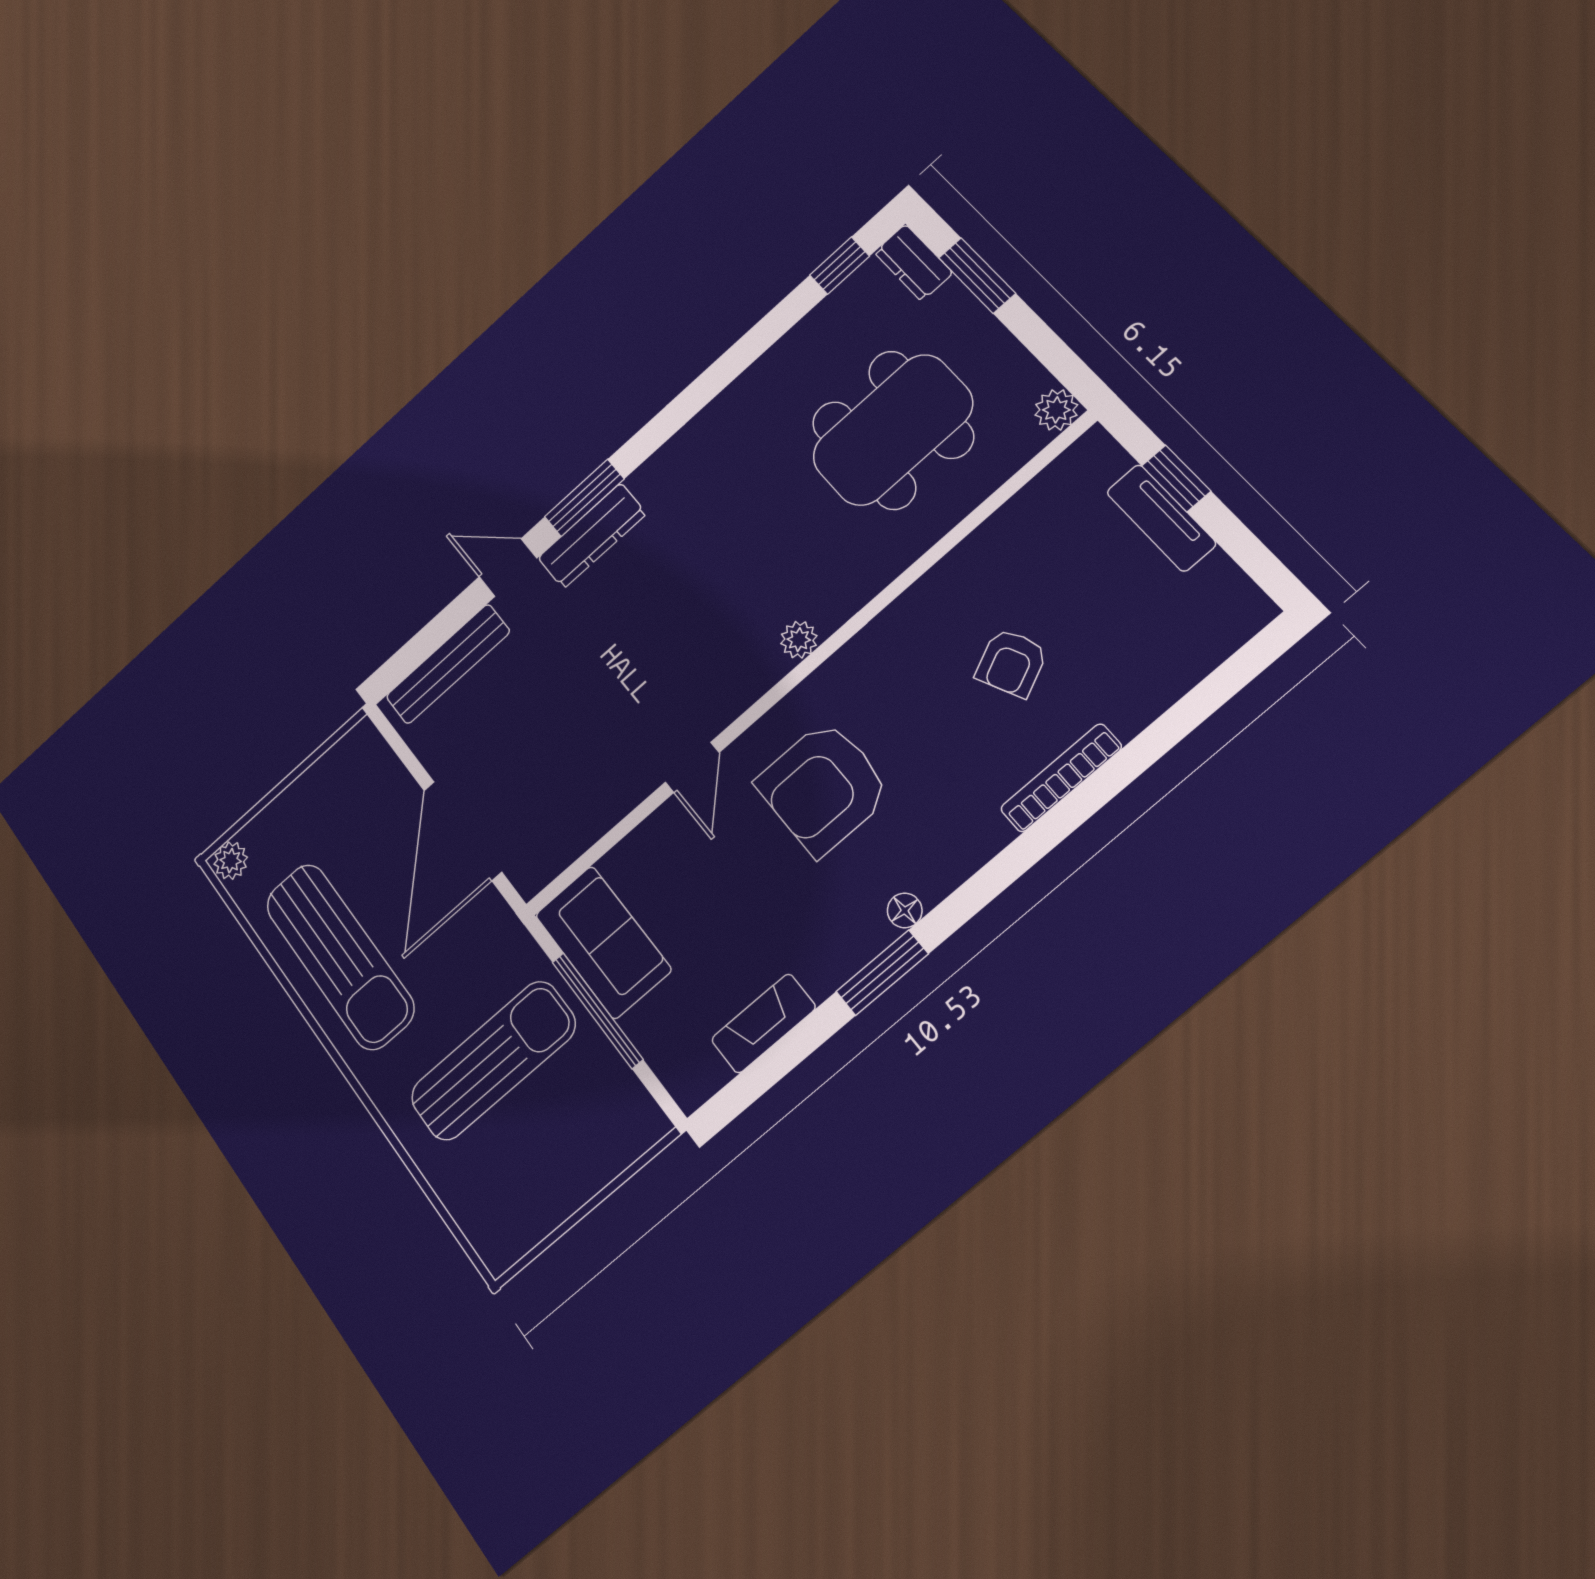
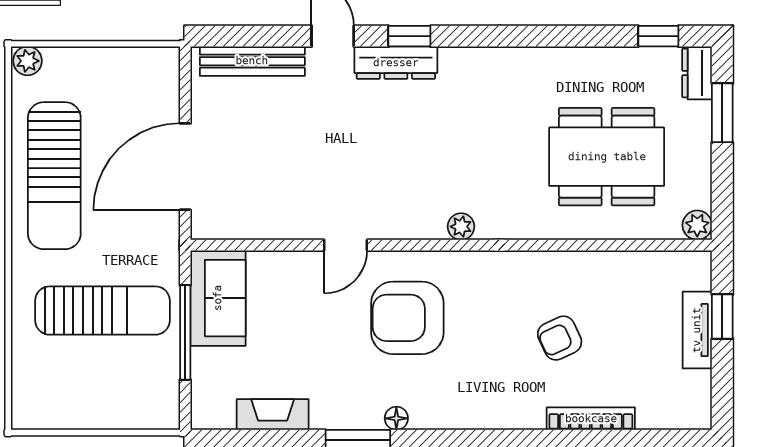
window: (584, 498) -> (409, 36), width x0.67
bookcase: (1061, 778) -> (591, 419), moved

